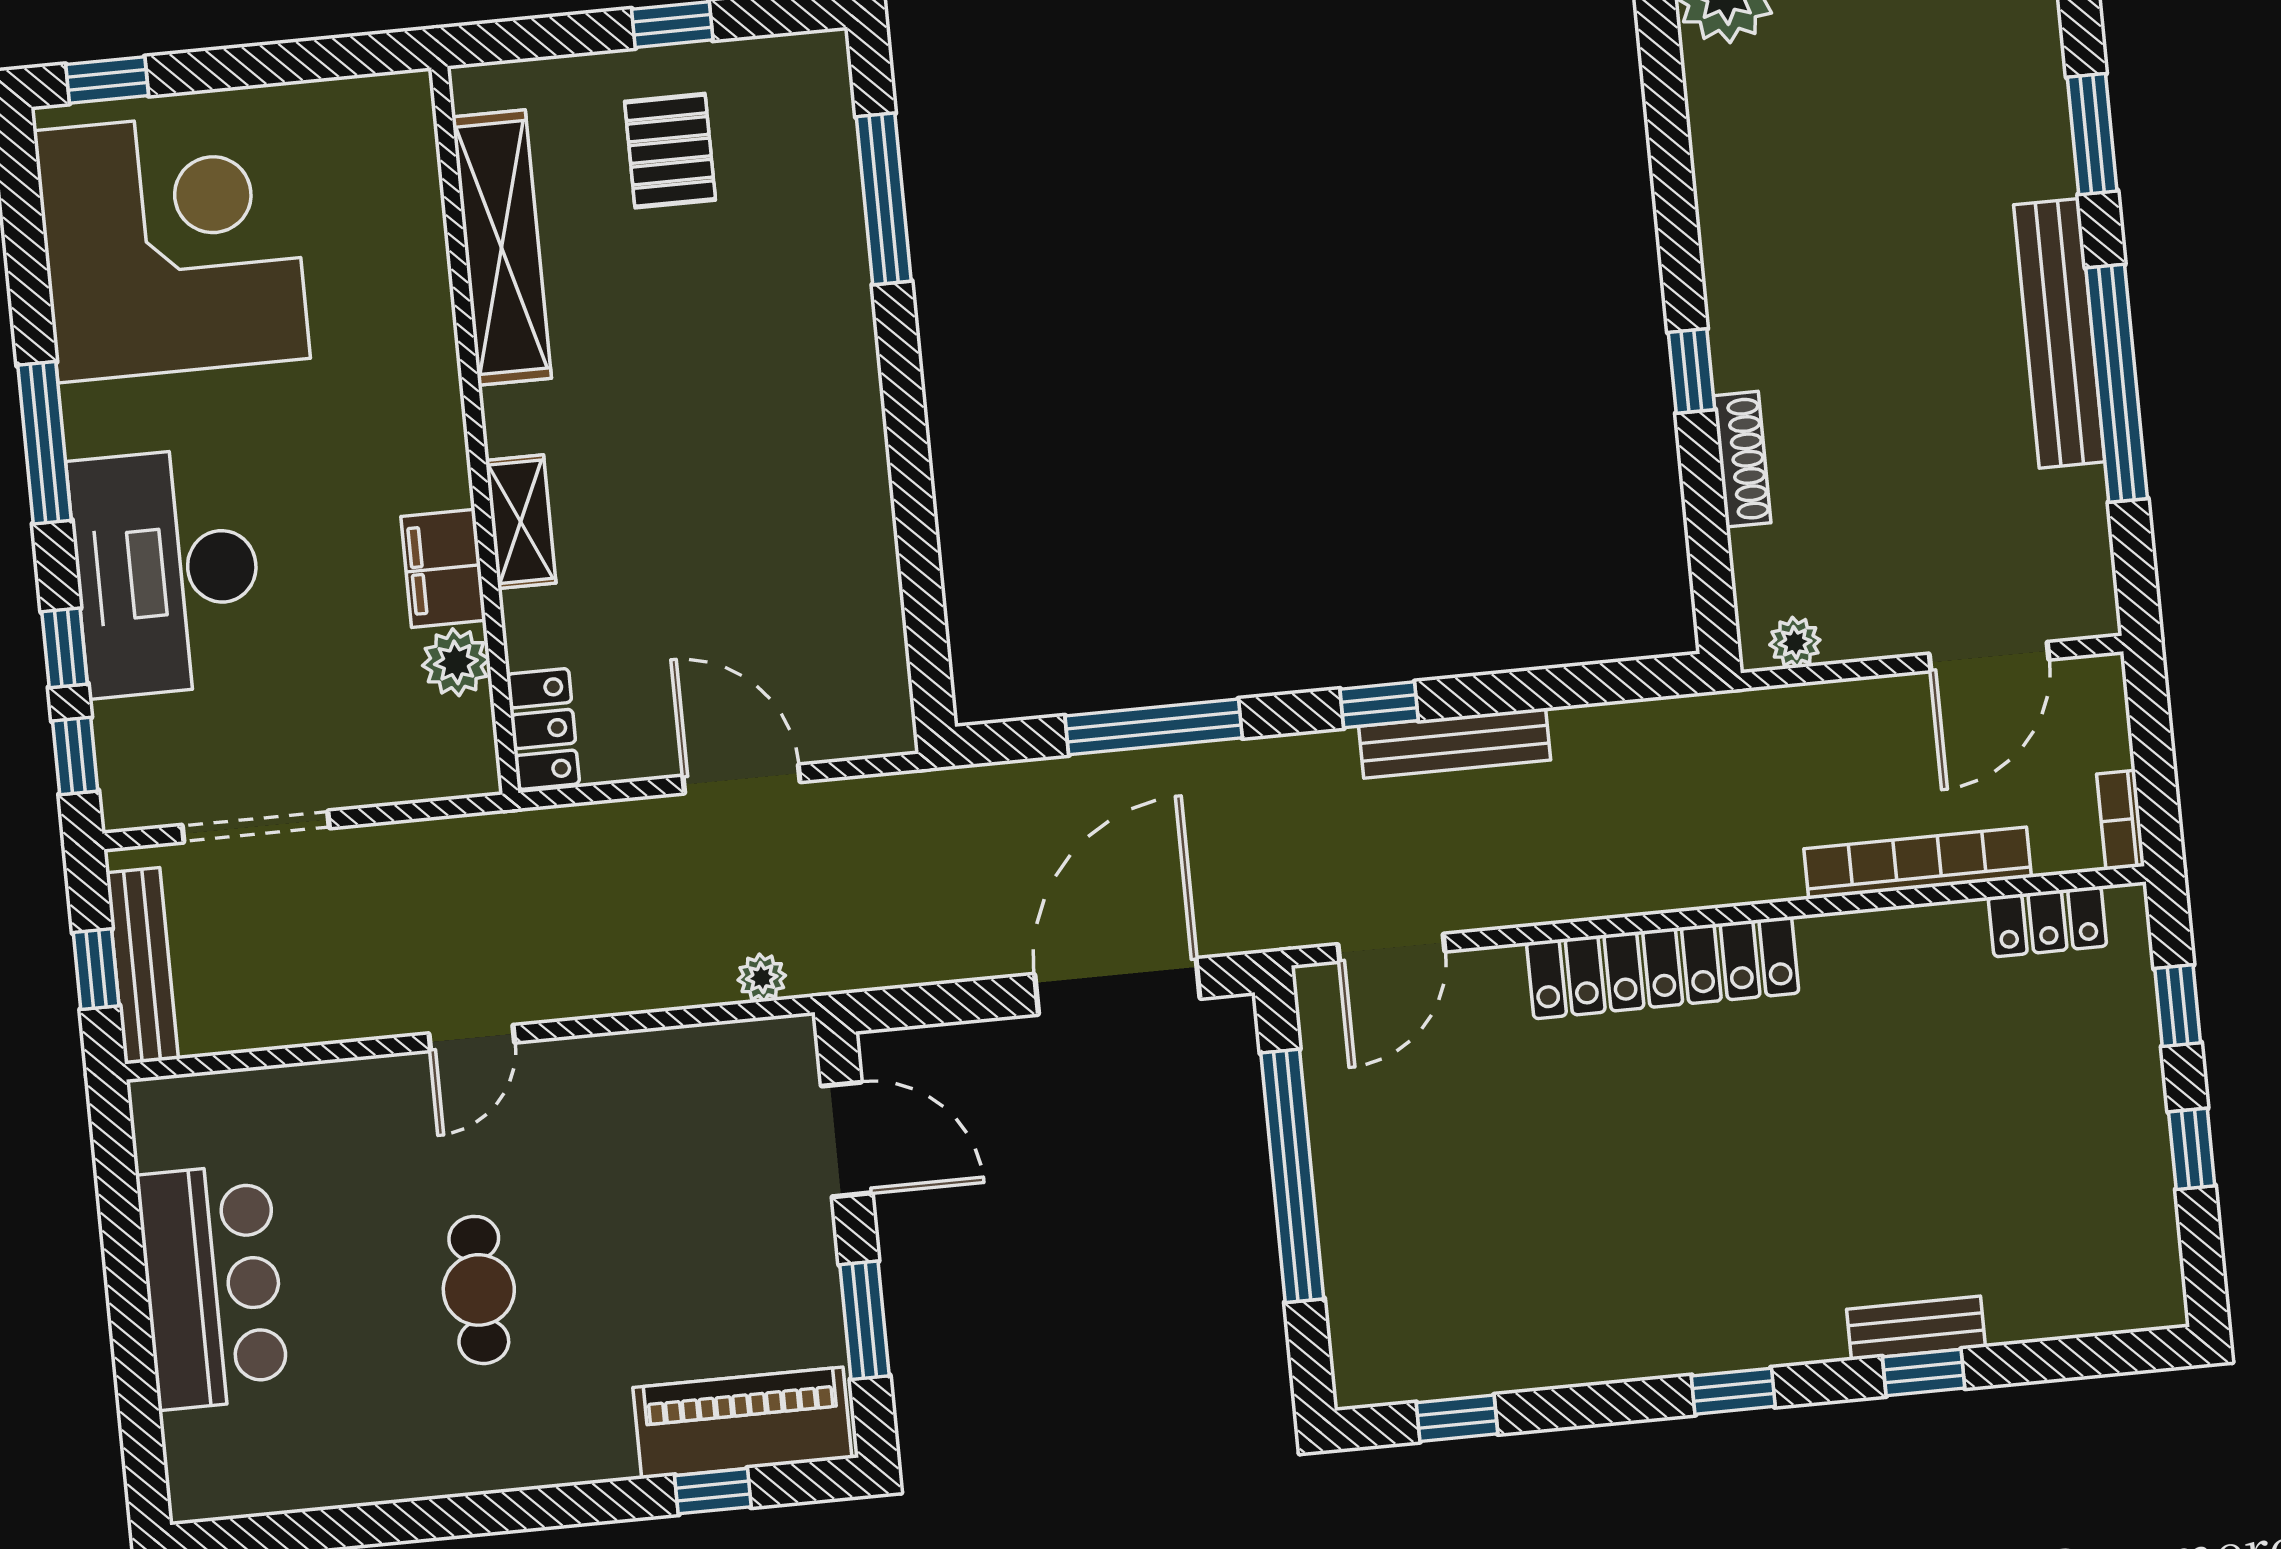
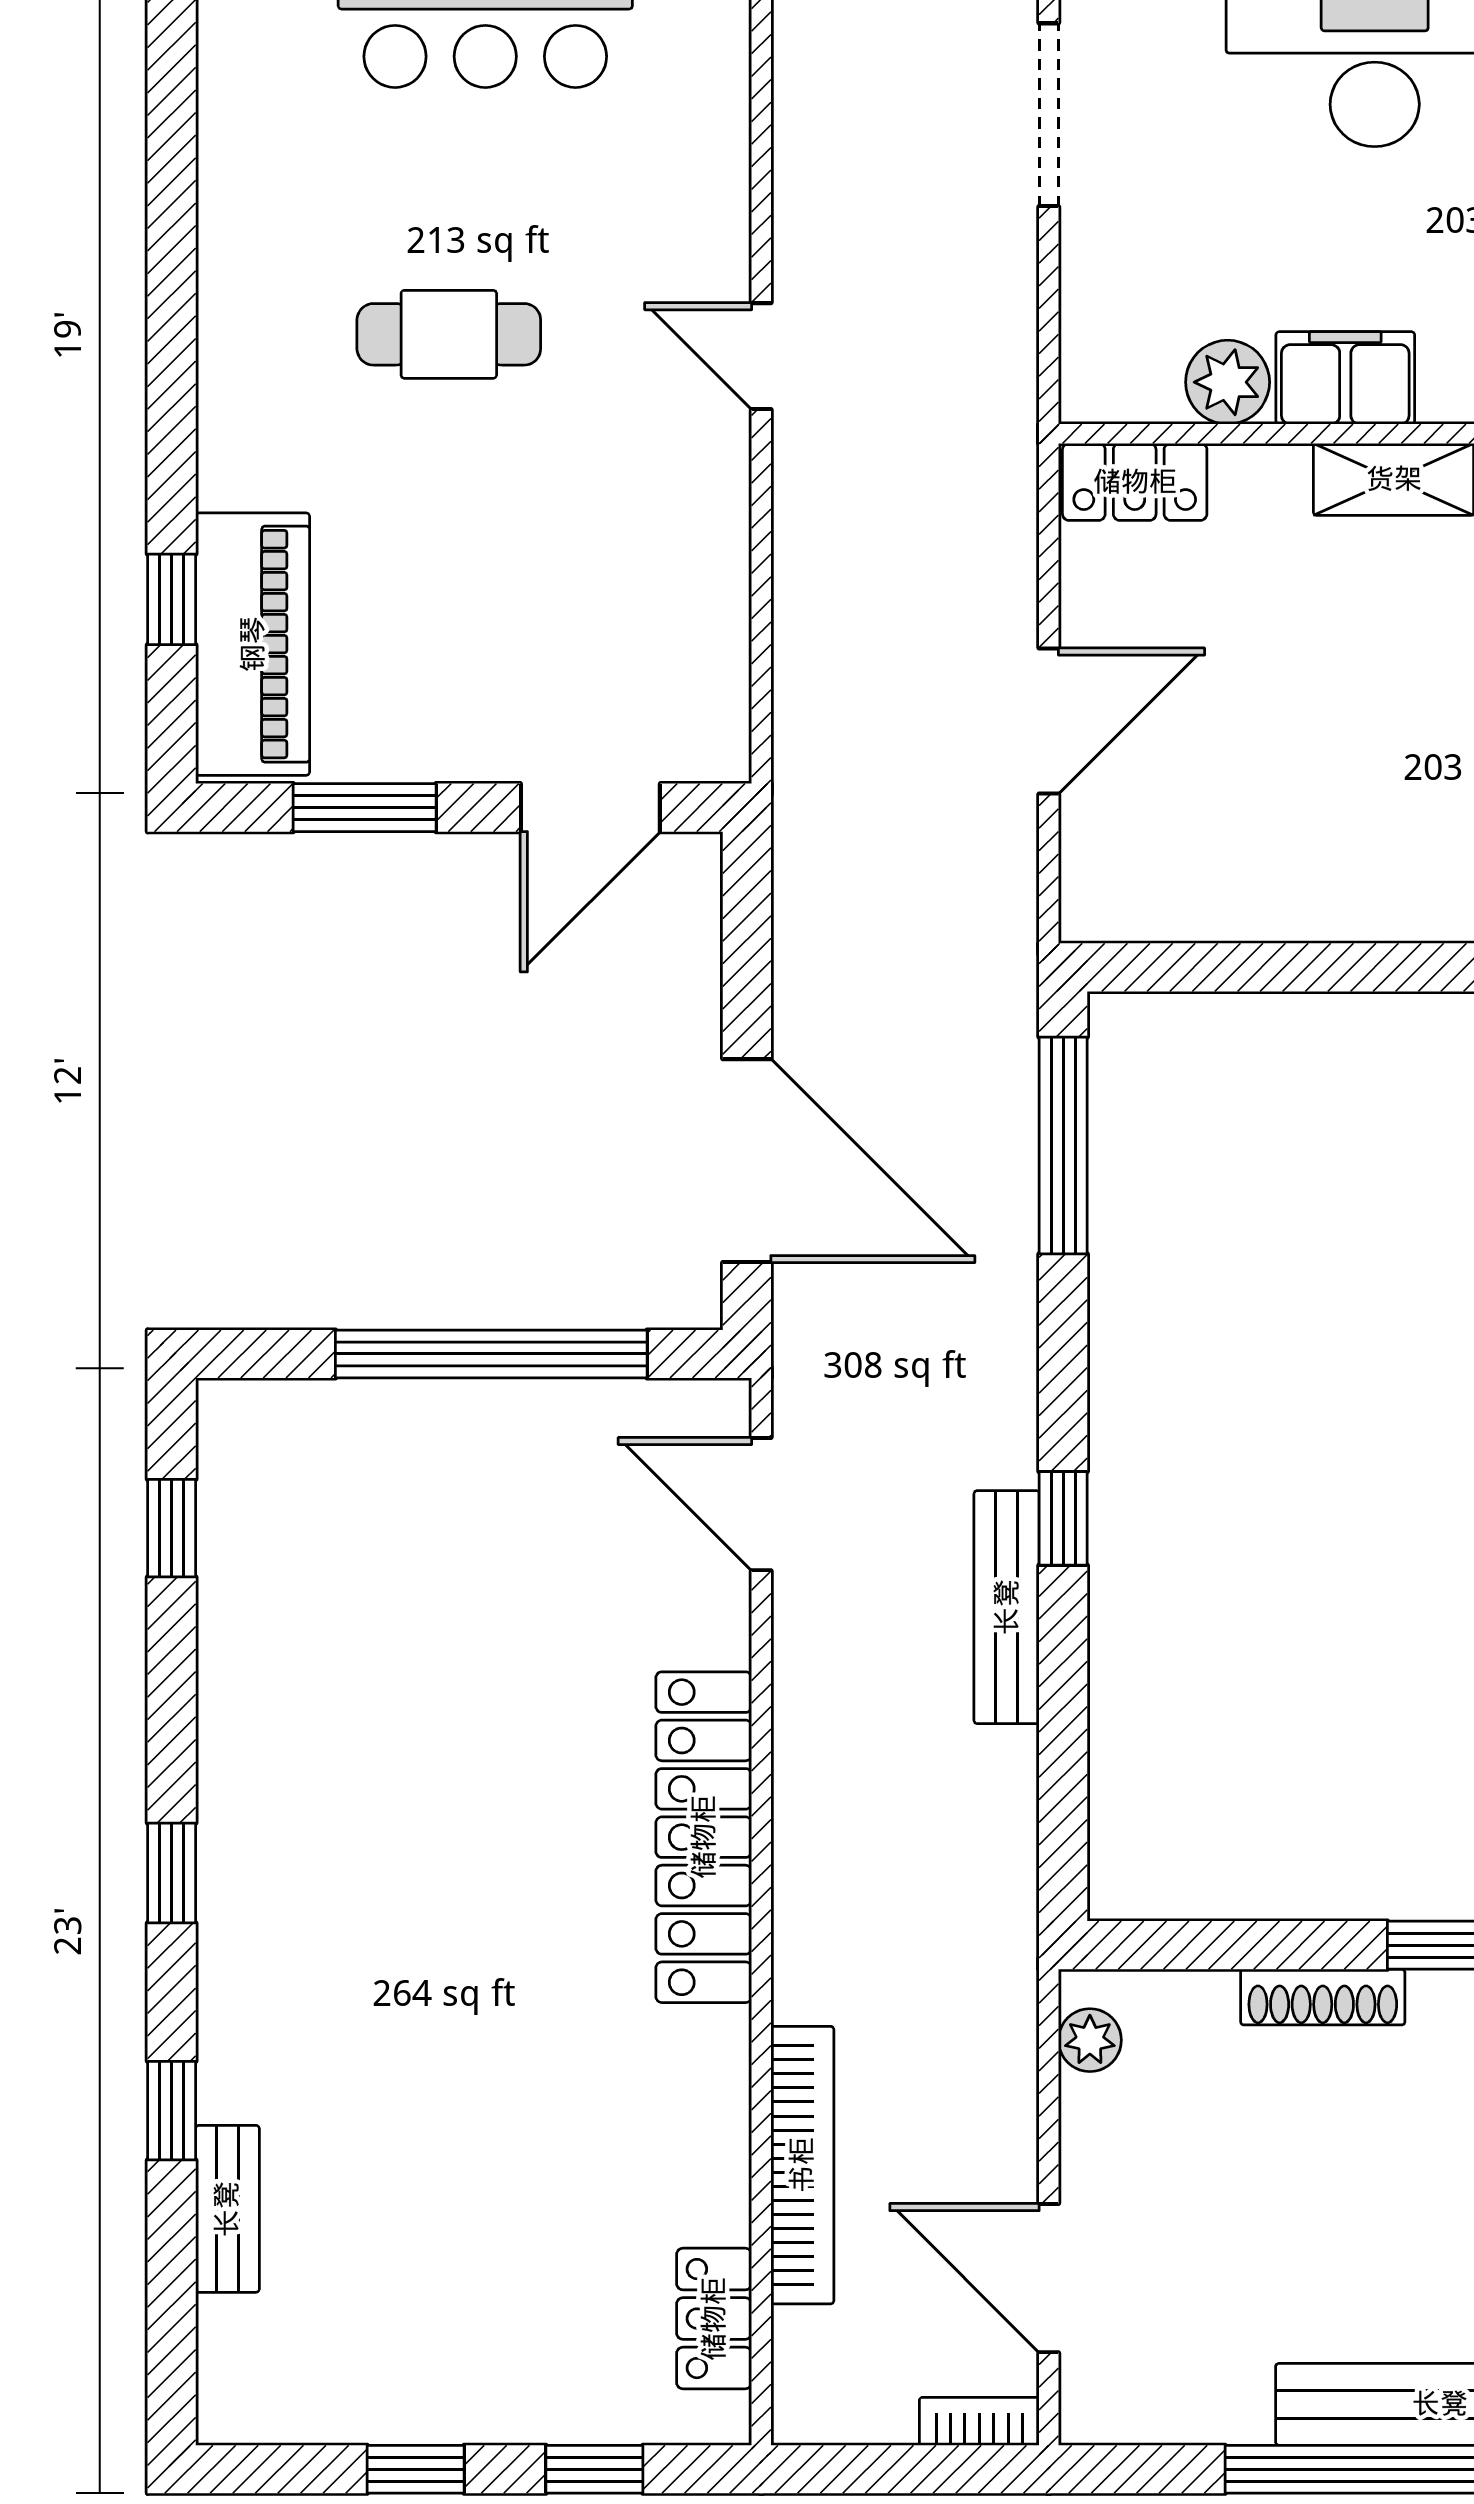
window: (1154, 727) -> (1063, 1146), moved
bookcase: (2121, 820) -> (979, 2421), moved
plant: (762, 978) -> (801, 722), removed
bench: (1916, 1328) -> (227, 2209), moved

